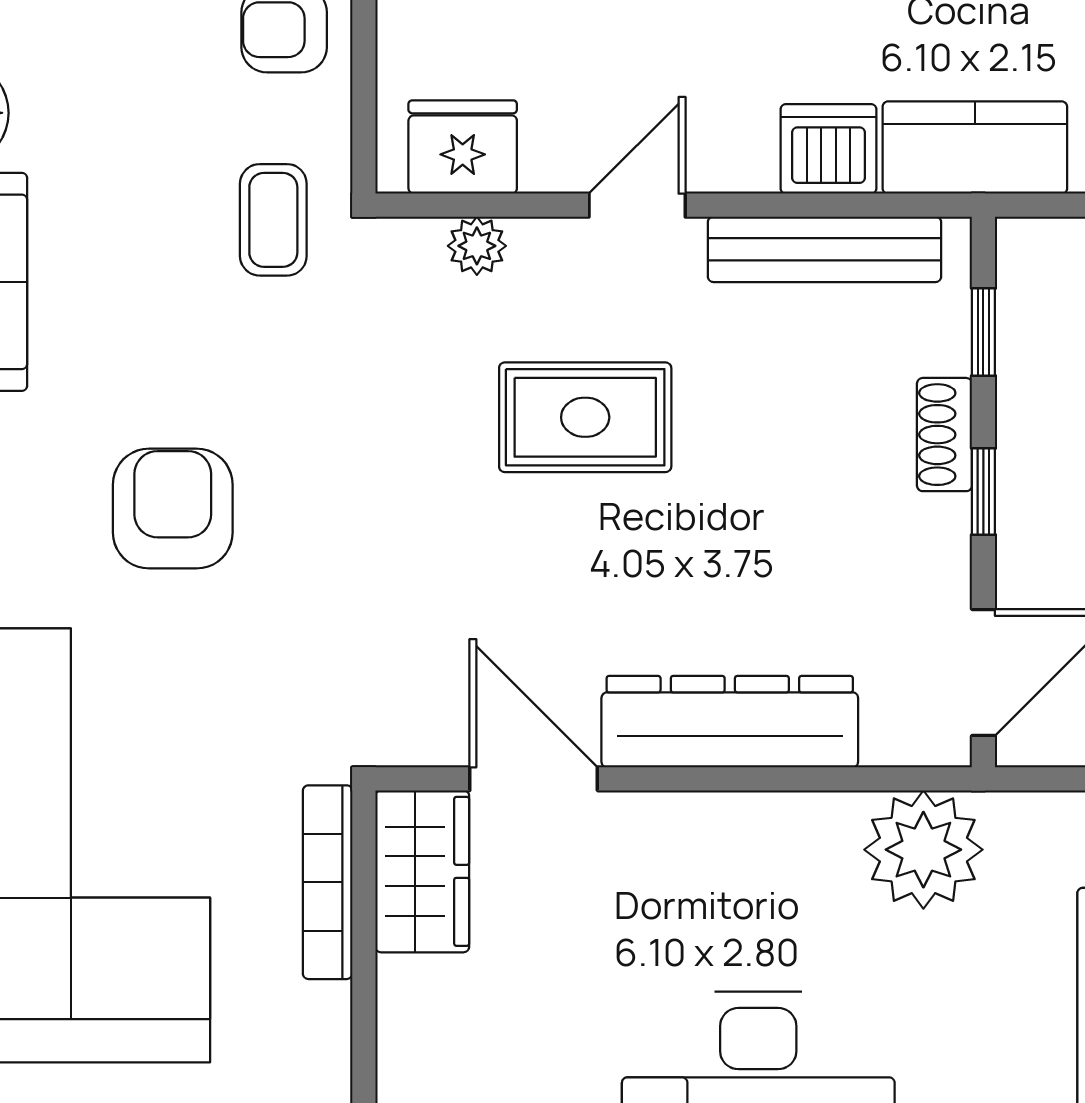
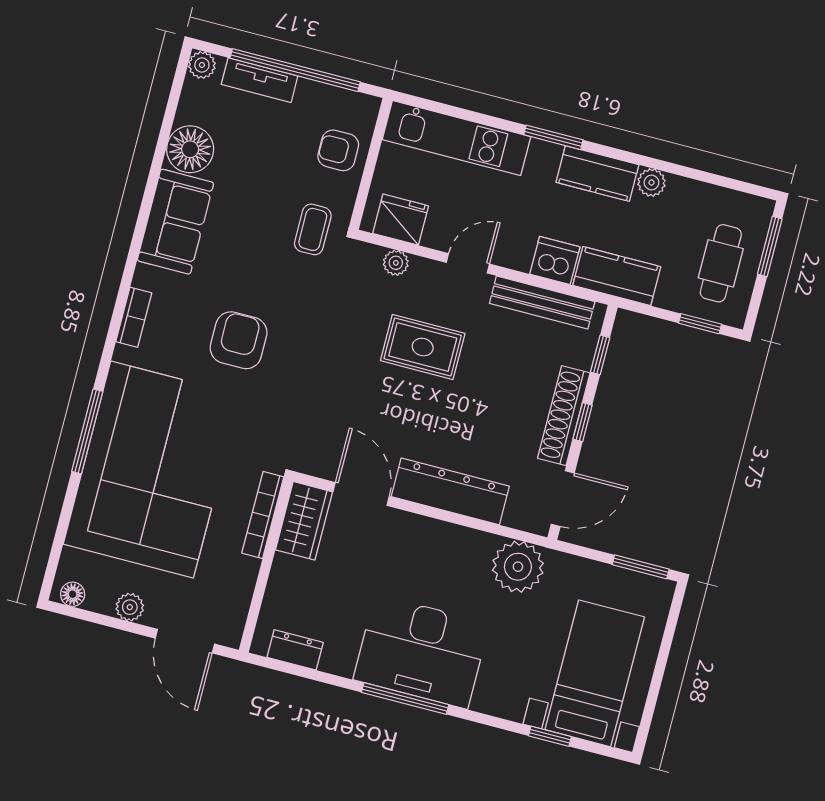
shoe rack: (944, 435) -> (564, 416), width x1.94, depth x1.24

